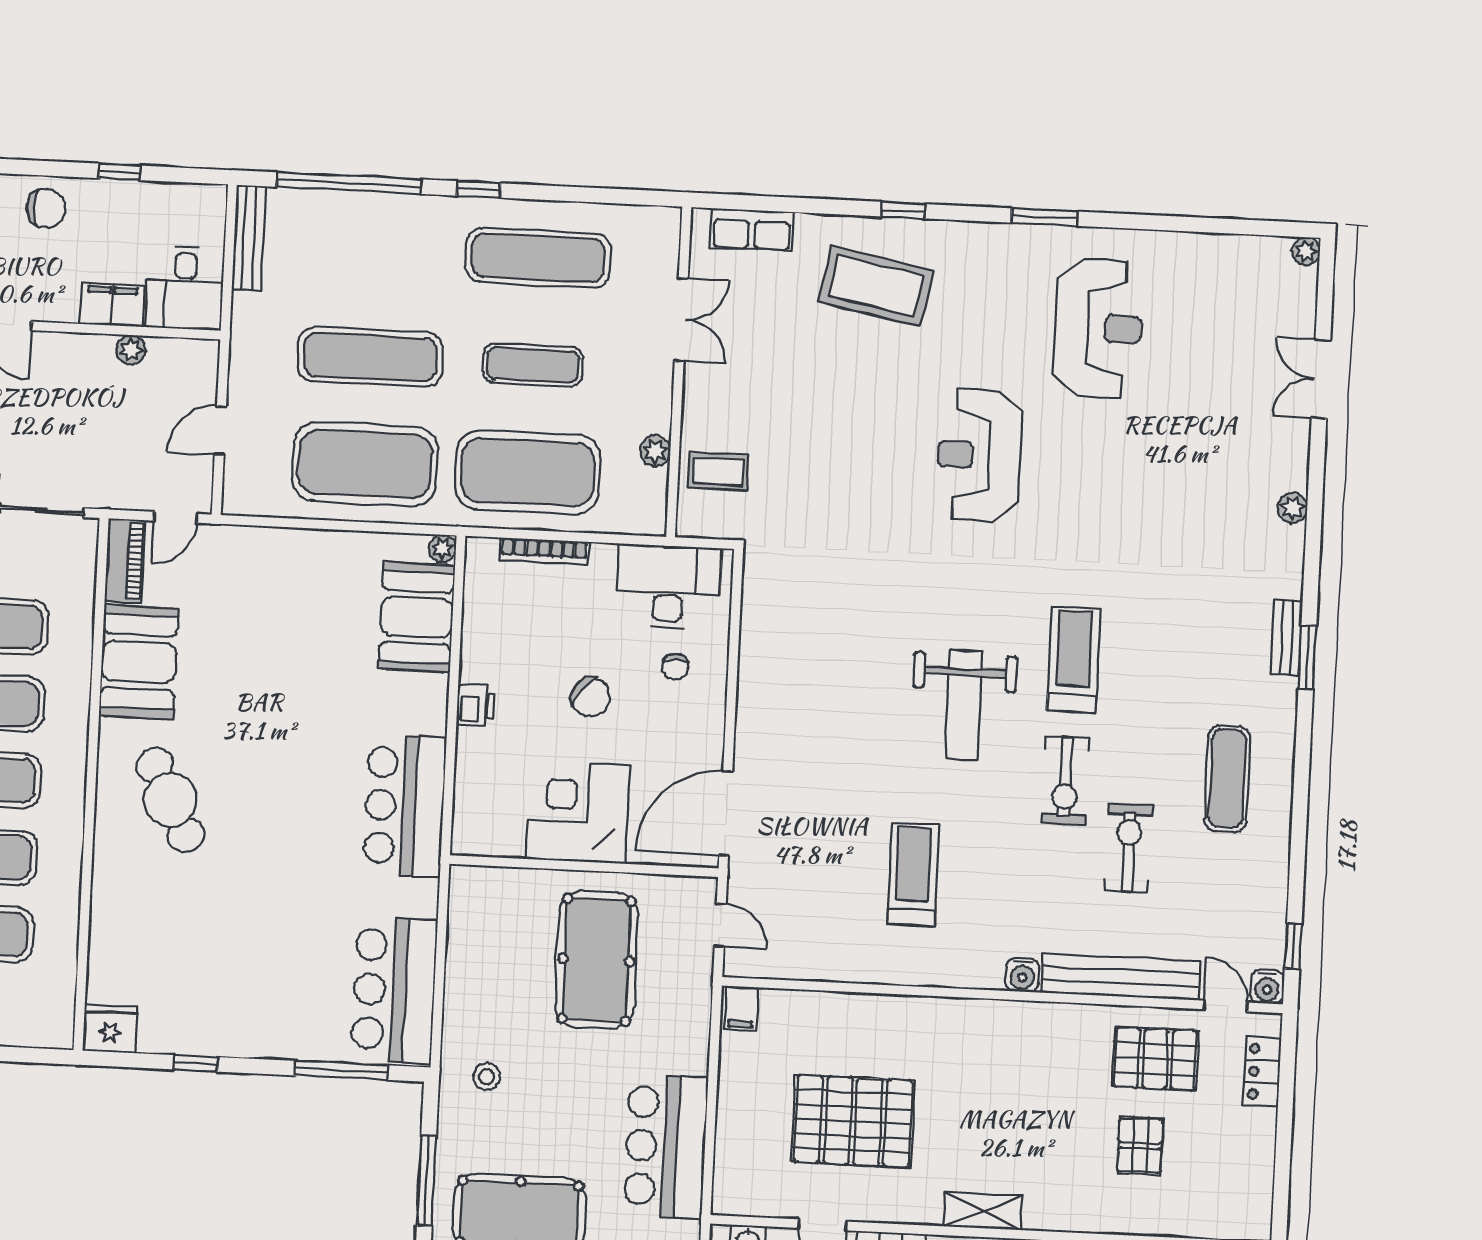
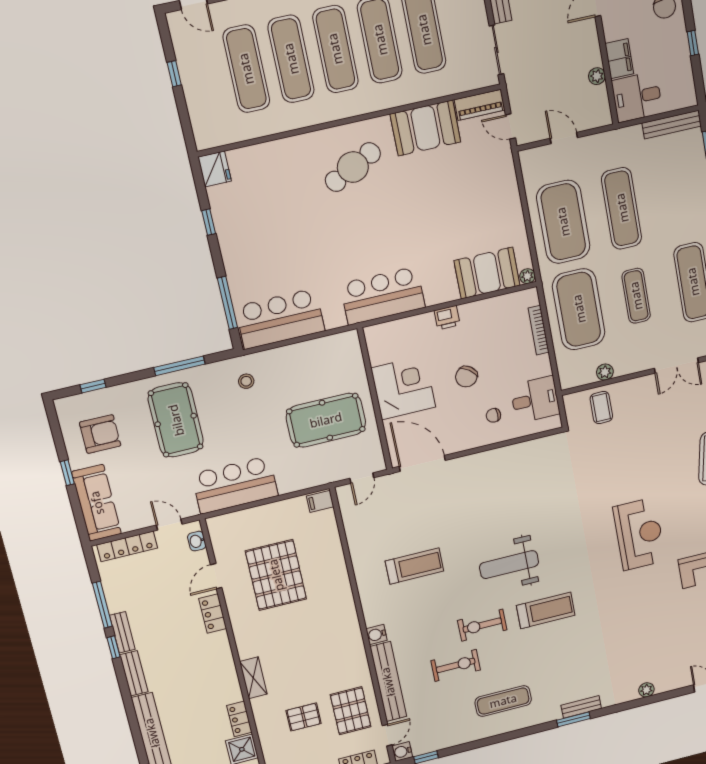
reception desk: (979, 455) -> (639, 534), turned 90
desk: (668, 586) -> (535, 400), width x0.73
shelving: (983, 1211) -> (253, 678), moved

